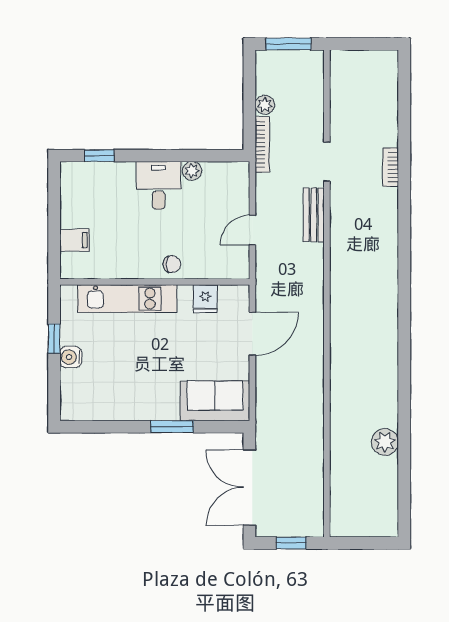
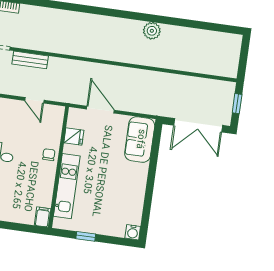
filing cabinet: (75, 240) -> (43, 217), moved
water cooler: (71, 357) -> (133, 232), moved
window: (172, 427) -> (152, 169), removed
plant: (385, 442) -> (152, 31), moved

